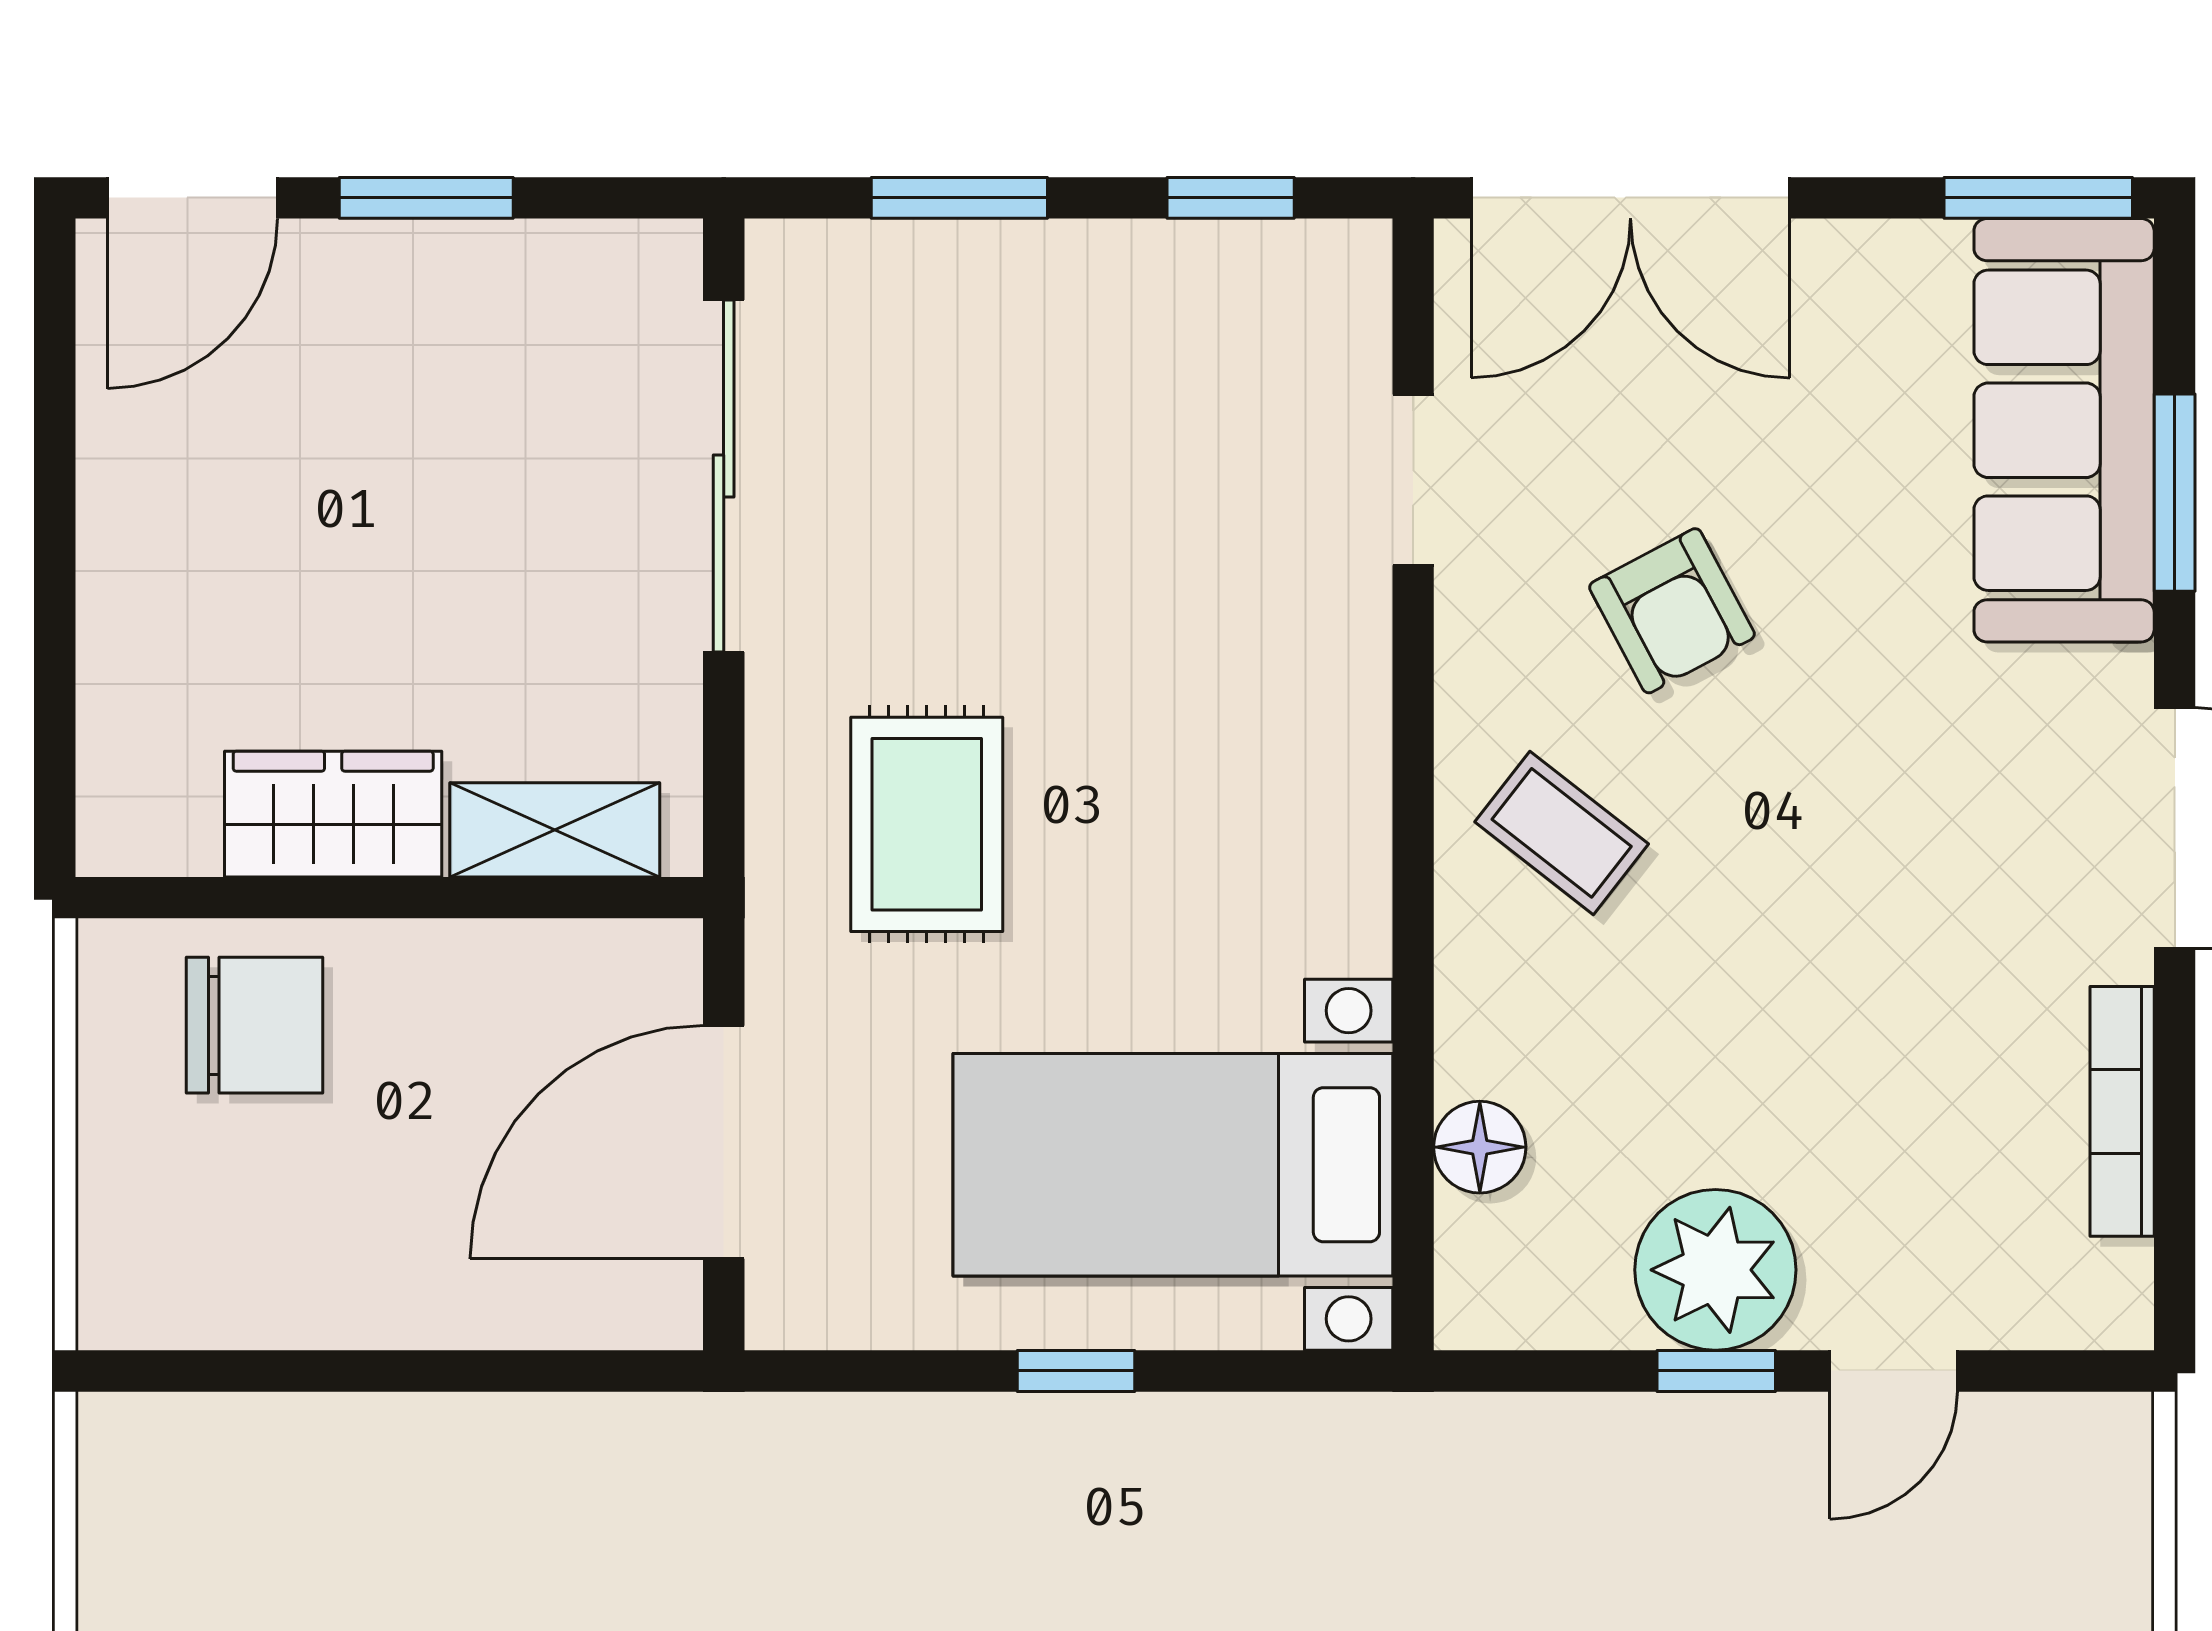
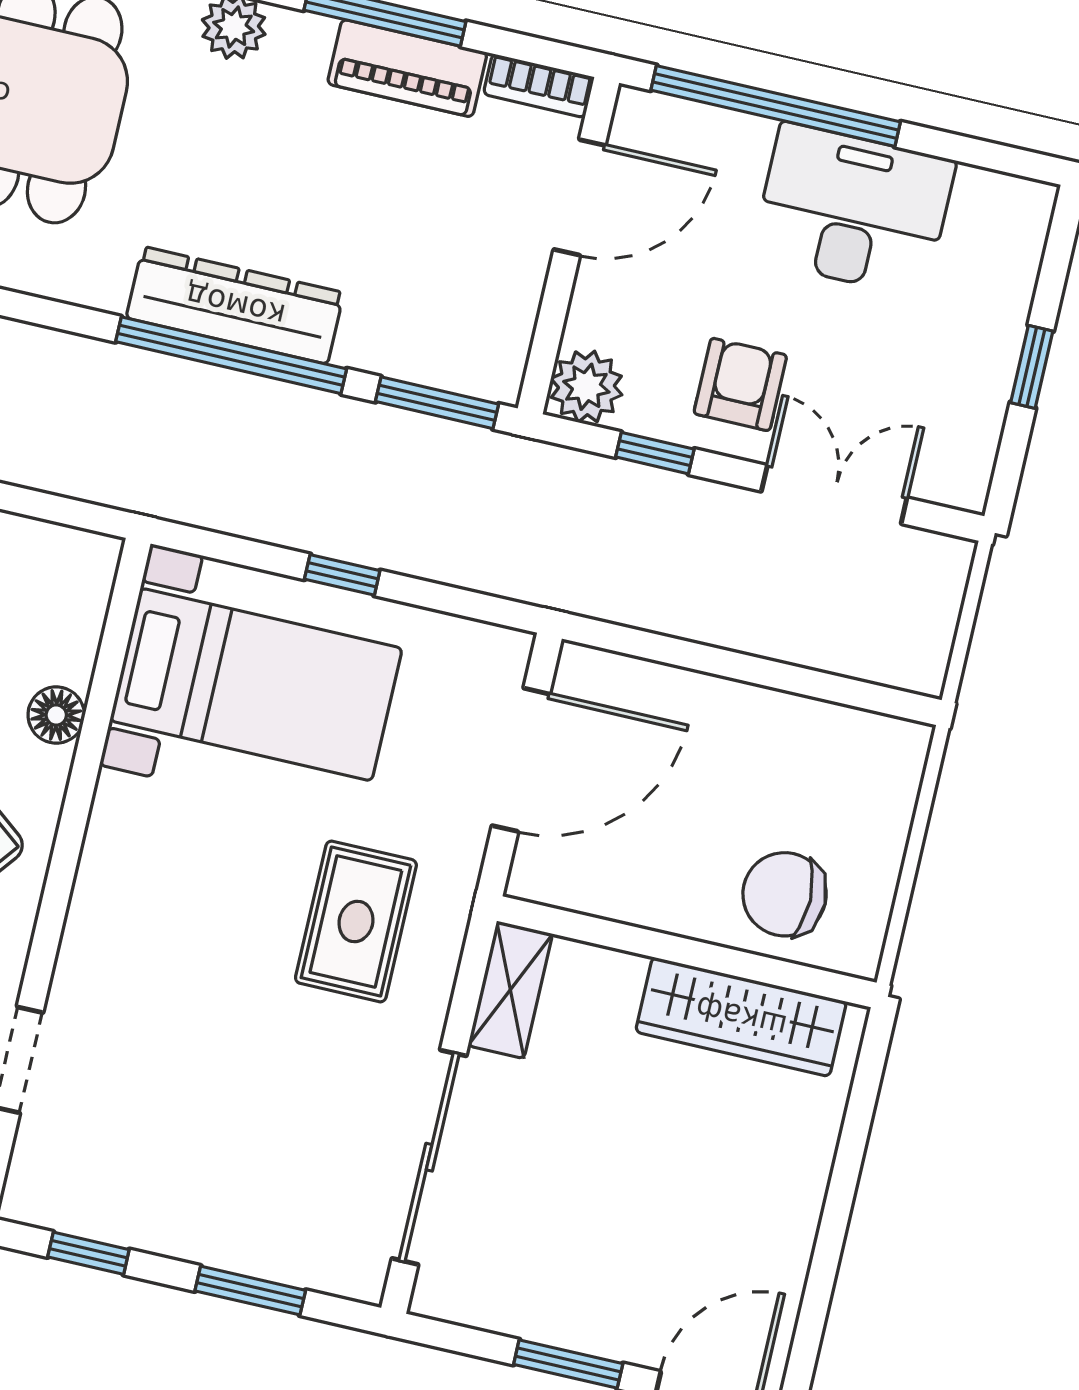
wardrobe: (333, 814) -> (741, 1017), width x1.50
shelving: (555, 830) -> (510, 990), moved, turned 90
floor lamp: (1480, 1147) -> (56, 715), moved

